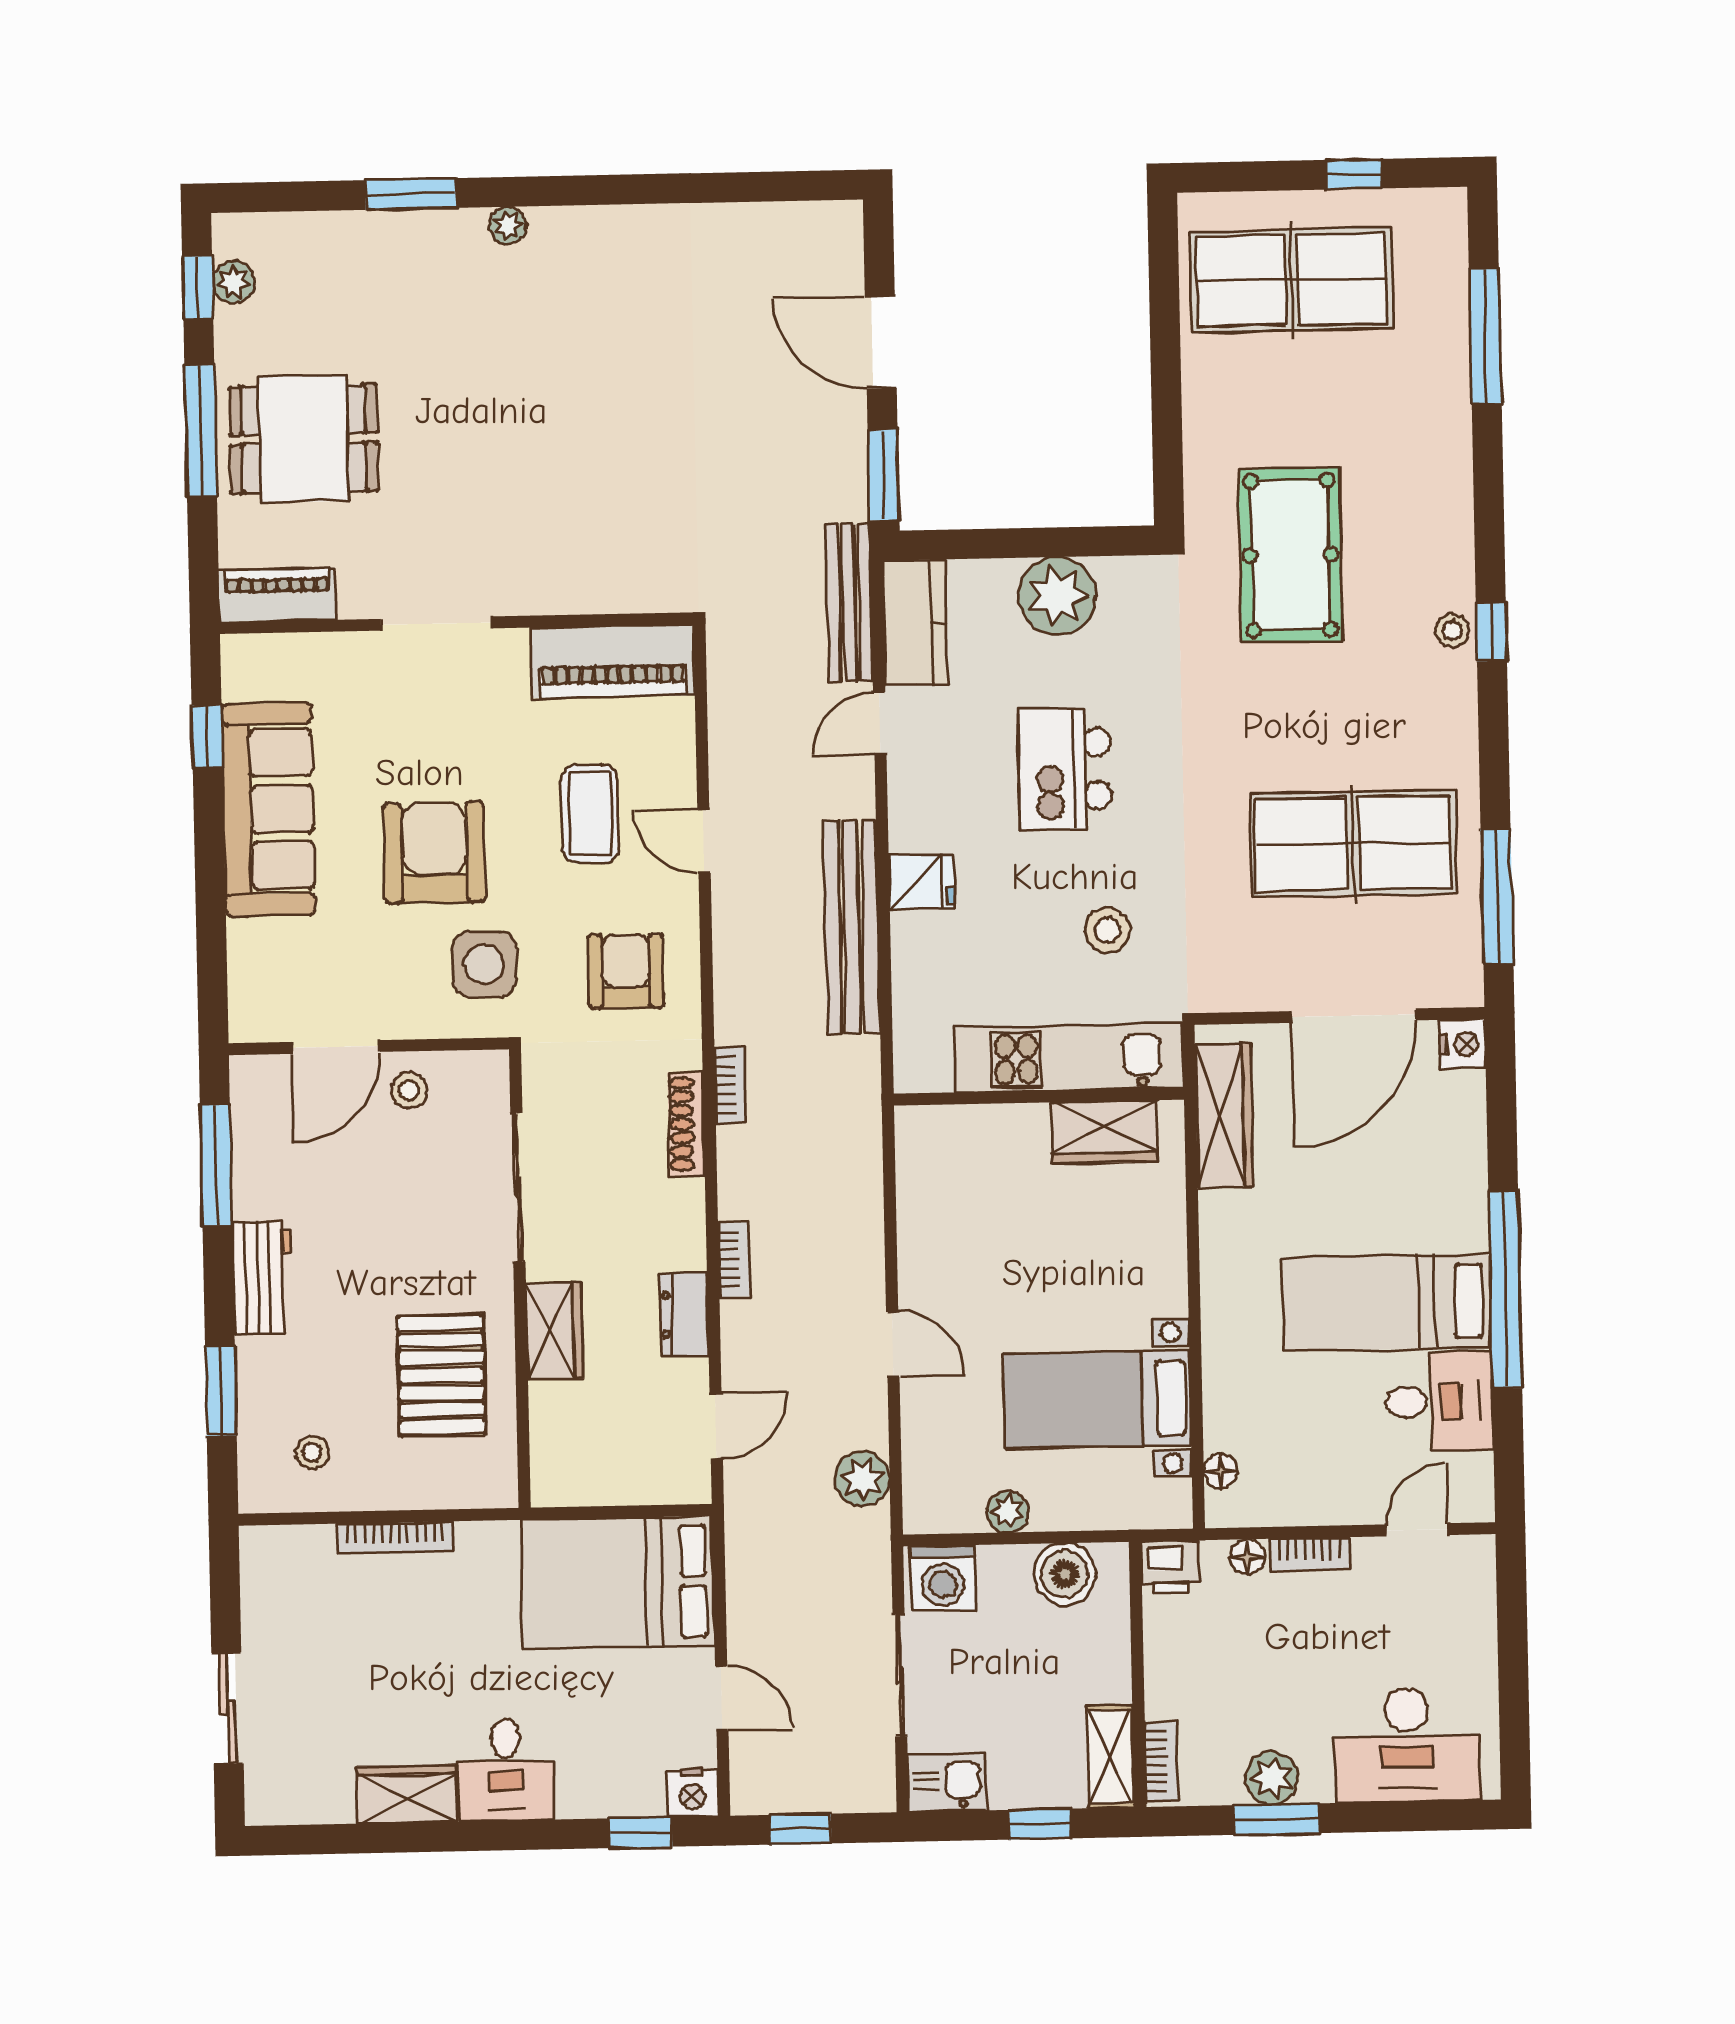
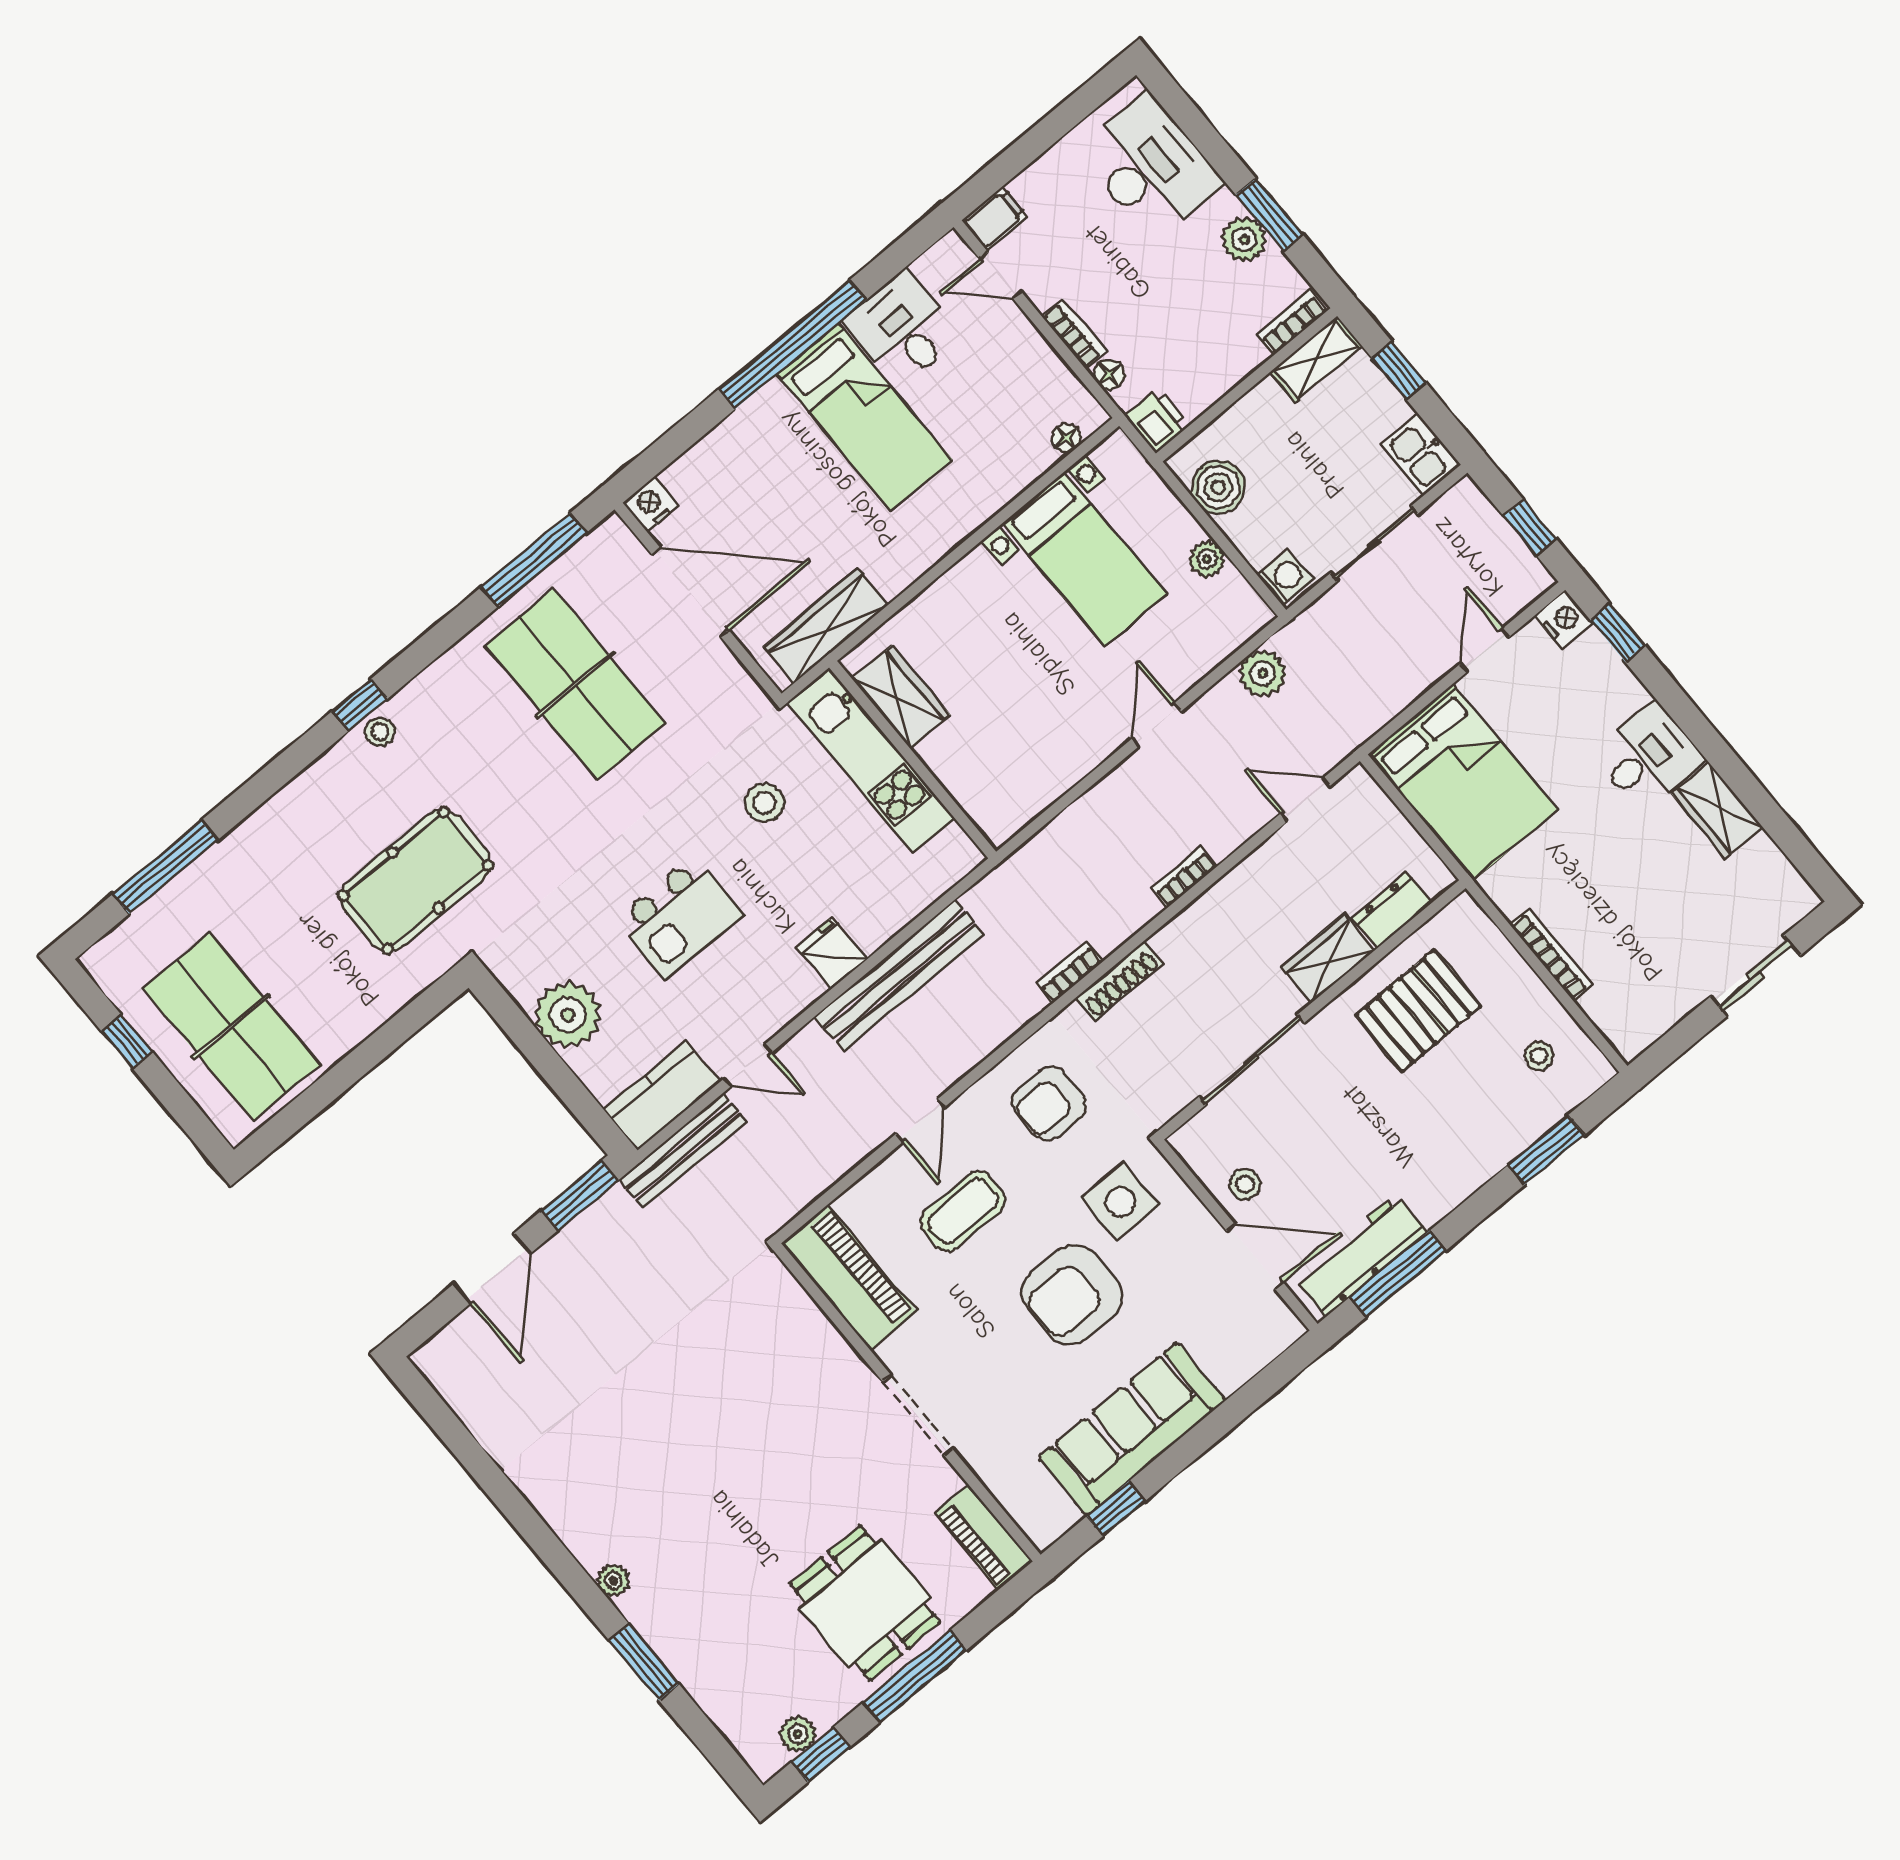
workbench: (262, 1278) -> (1361, 1255), moved, width x1.37
dresser: (684, 1314) -> (1392, 910), moved, turned 180
filing cabinet: (1473, 1566) -> (994, 219), added
washing machine: (943, 1578) -> (1285, 577), width x0.73, depth x0.73

